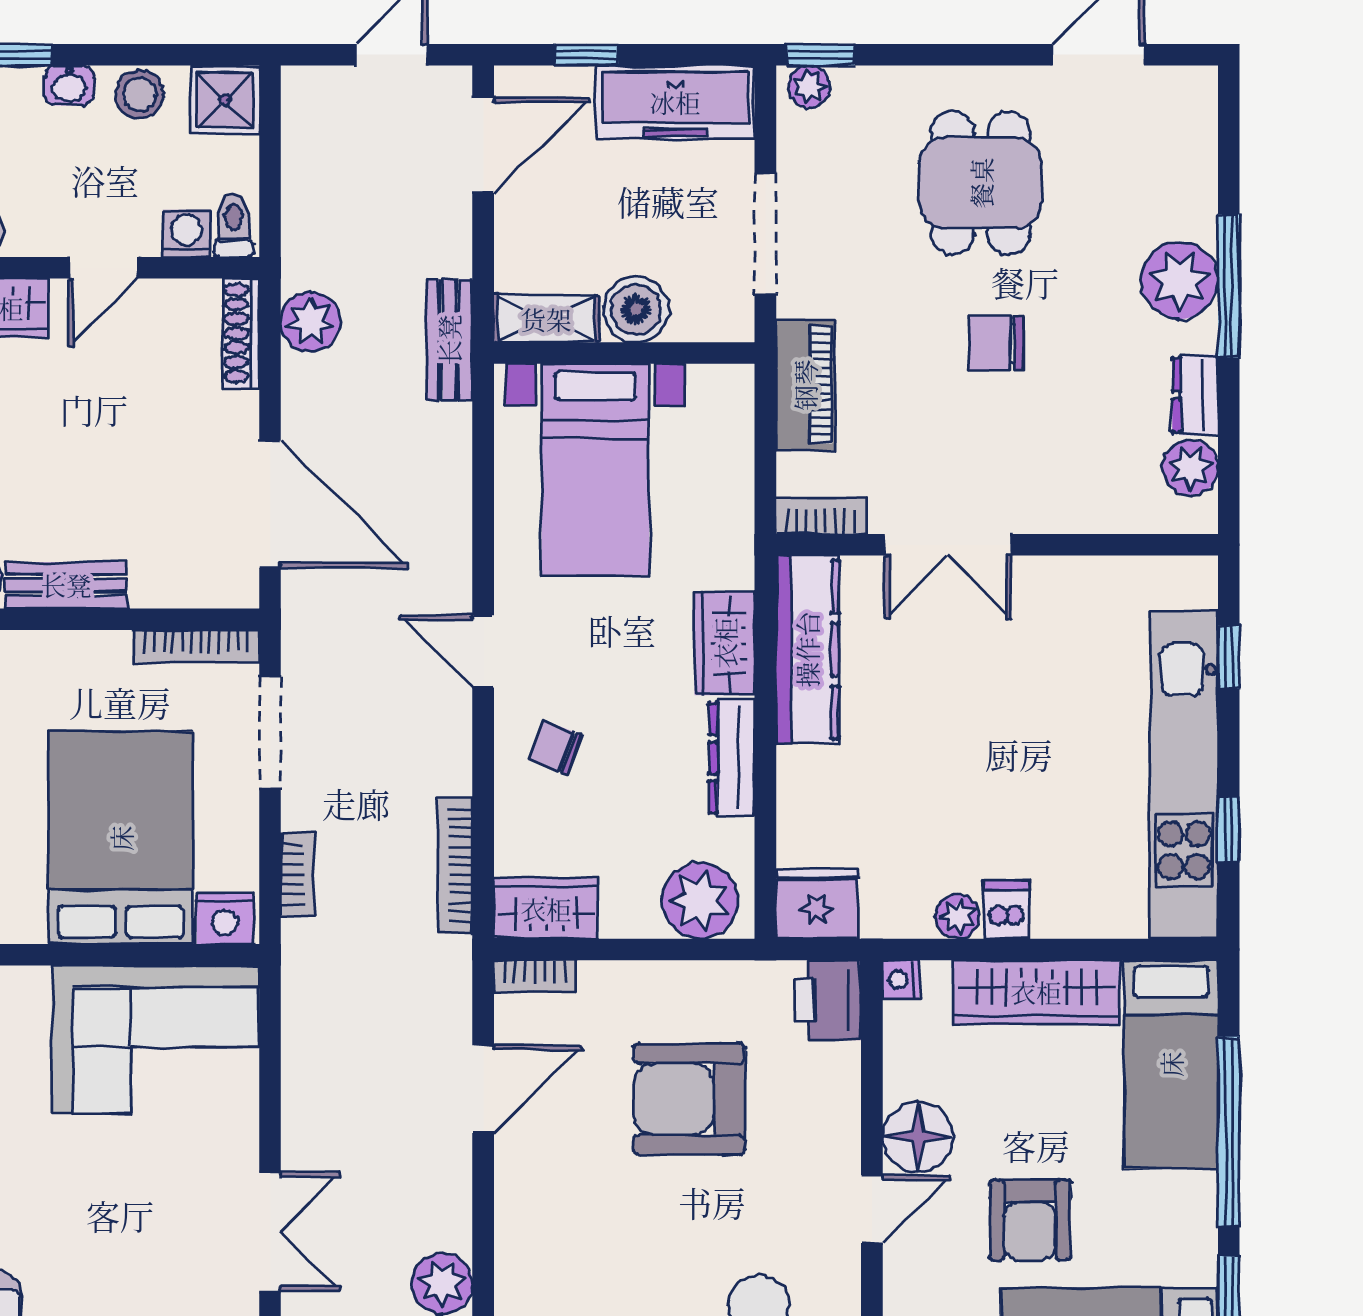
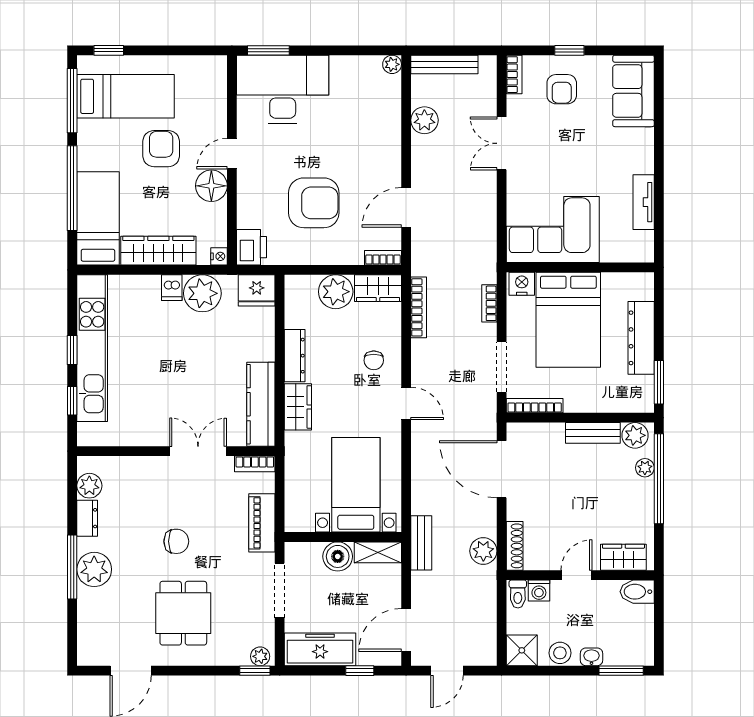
chair: (555, 747) -> (374, 360), turned 69
window: (1229, 829) -> (72, 350), moved
plant: (700, 901) -> (336, 292), moved
plant: (957, 917) -> (202, 293), width x1.88, depth x1.88

